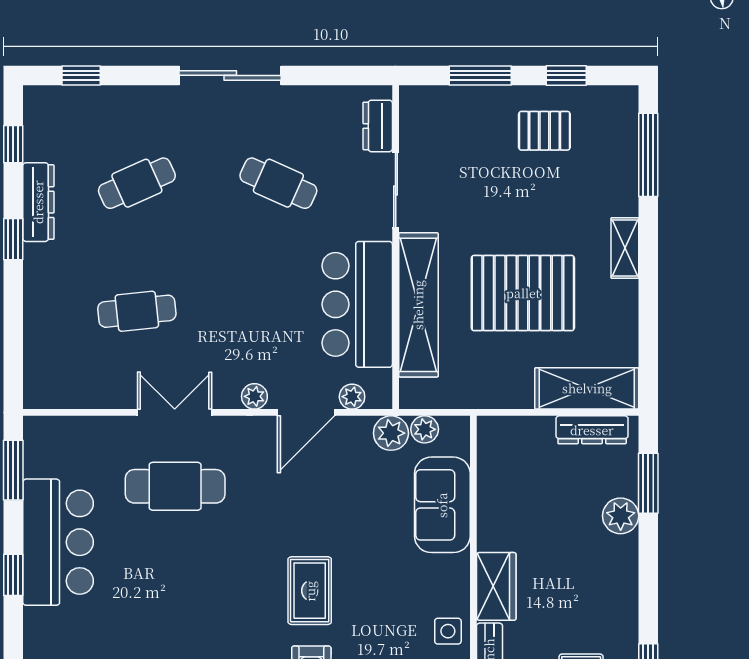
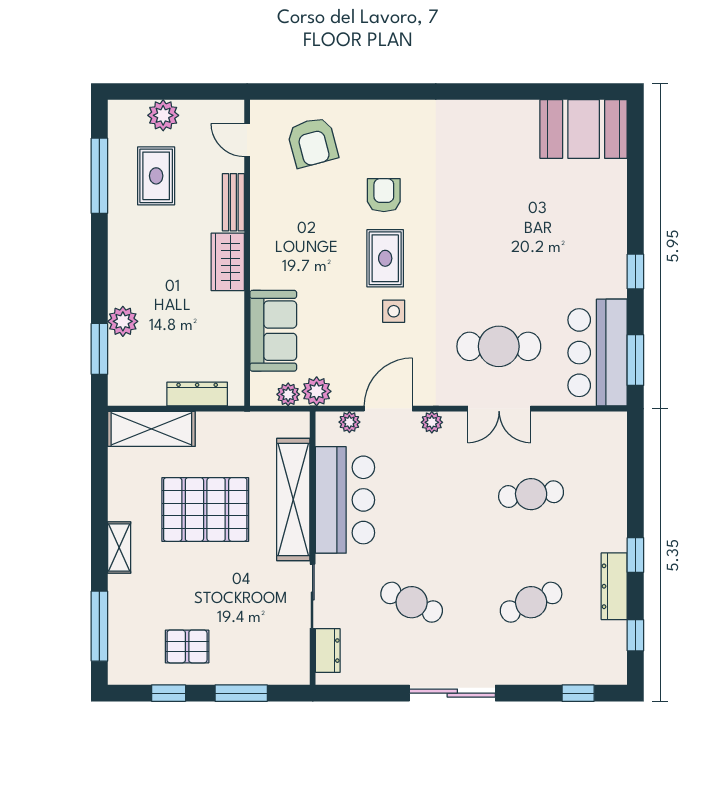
dresser: (592, 430) -> (197, 394), moved
bar counter: (58, 542) -> (598, 353), moved
side table: (448, 631) -> (394, 311), moved

